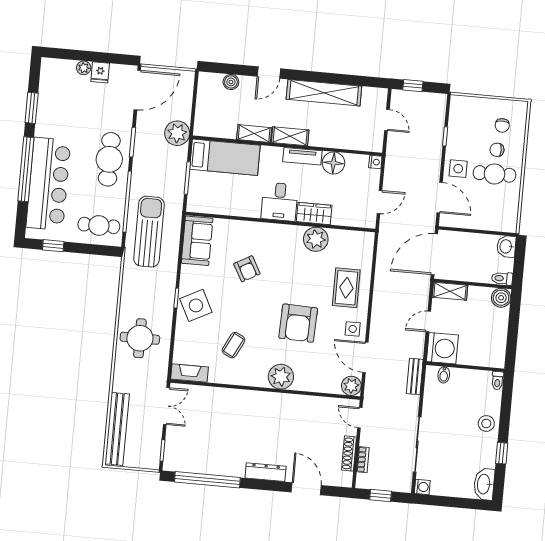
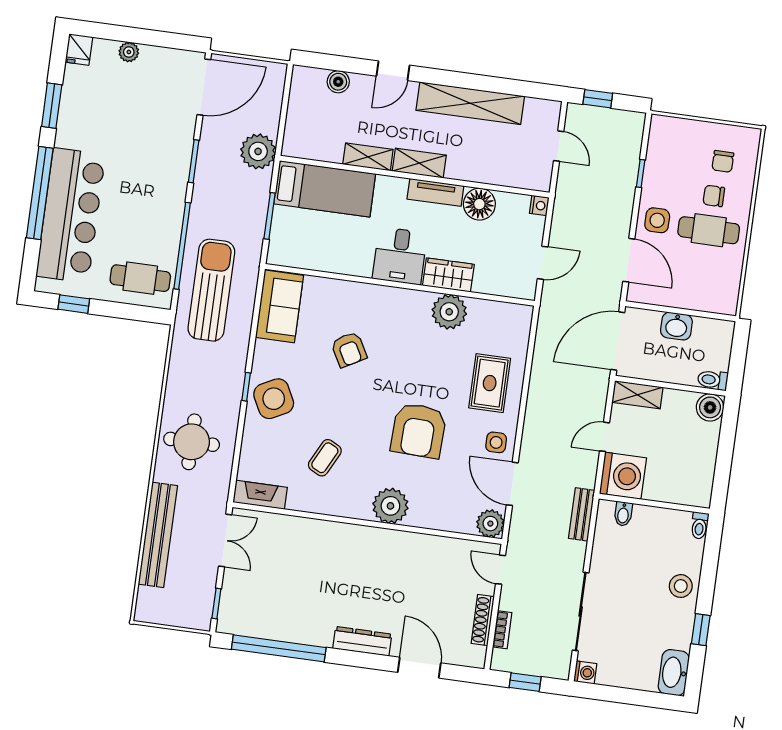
fridge: (100, 72) -> (79, 50), moved
cafe table: (109, 159) -> (159, 184), removed
washbasin: (506, 246) -> (676, 326), moved, turned -90
bench: (117, 429) -> (158, 535), moved

